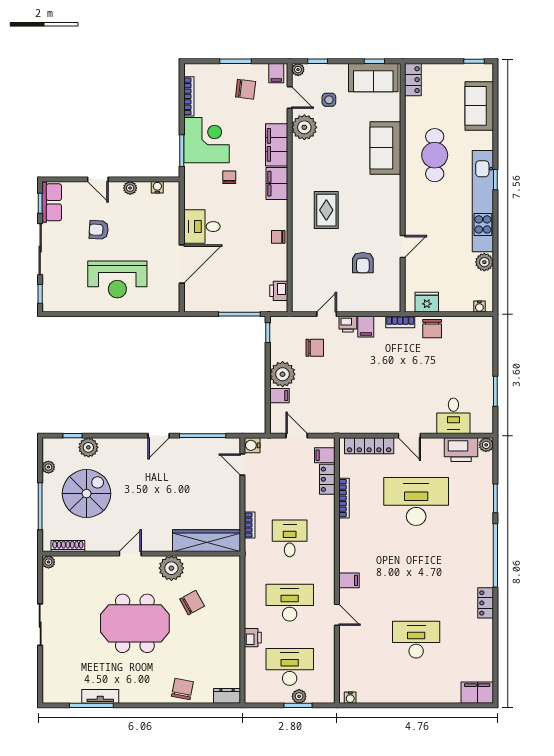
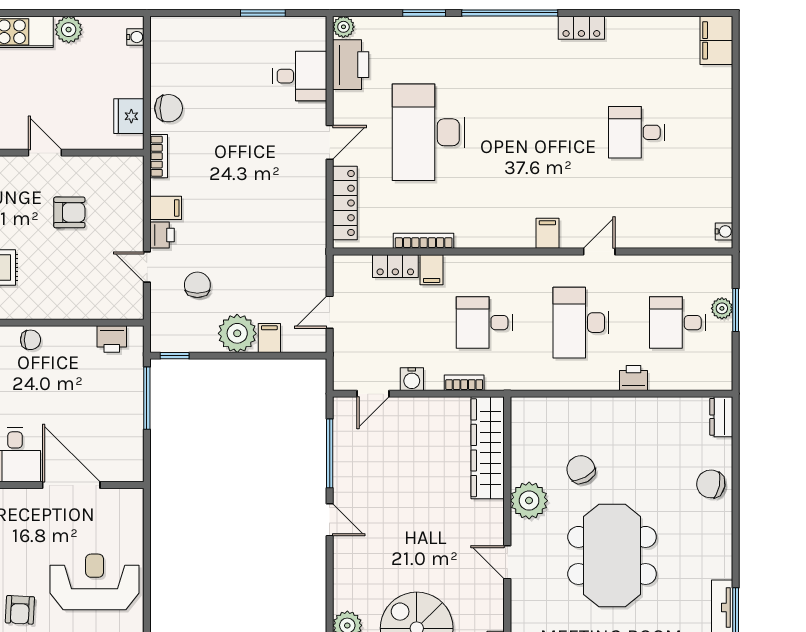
chair: (278, 237) -> (31, 340), turned -90
reception desk: (117, 279) -> (95, 582), turned -90
water cooler: (252, 445) -> (412, 379), moved
filing cabinet: (325, 455) -> (432, 270), moved
desk: (416, 640) -> (637, 132), width x0.73
desk: (290, 667) -> (678, 323), width x0.73

